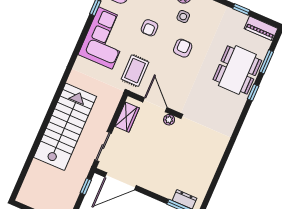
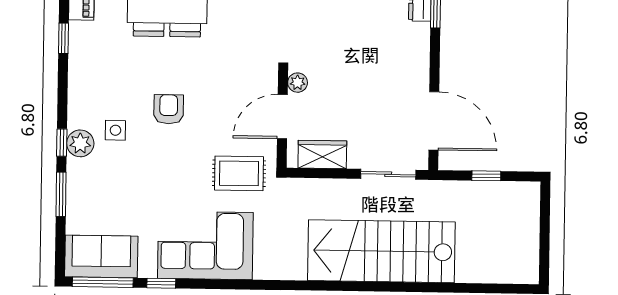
armchair: (149, 28) -> (158, 179), removed
armchair: (183, 48) -> (169, 109), turned 90
window: (86, 186) -> (486, 176), moved

